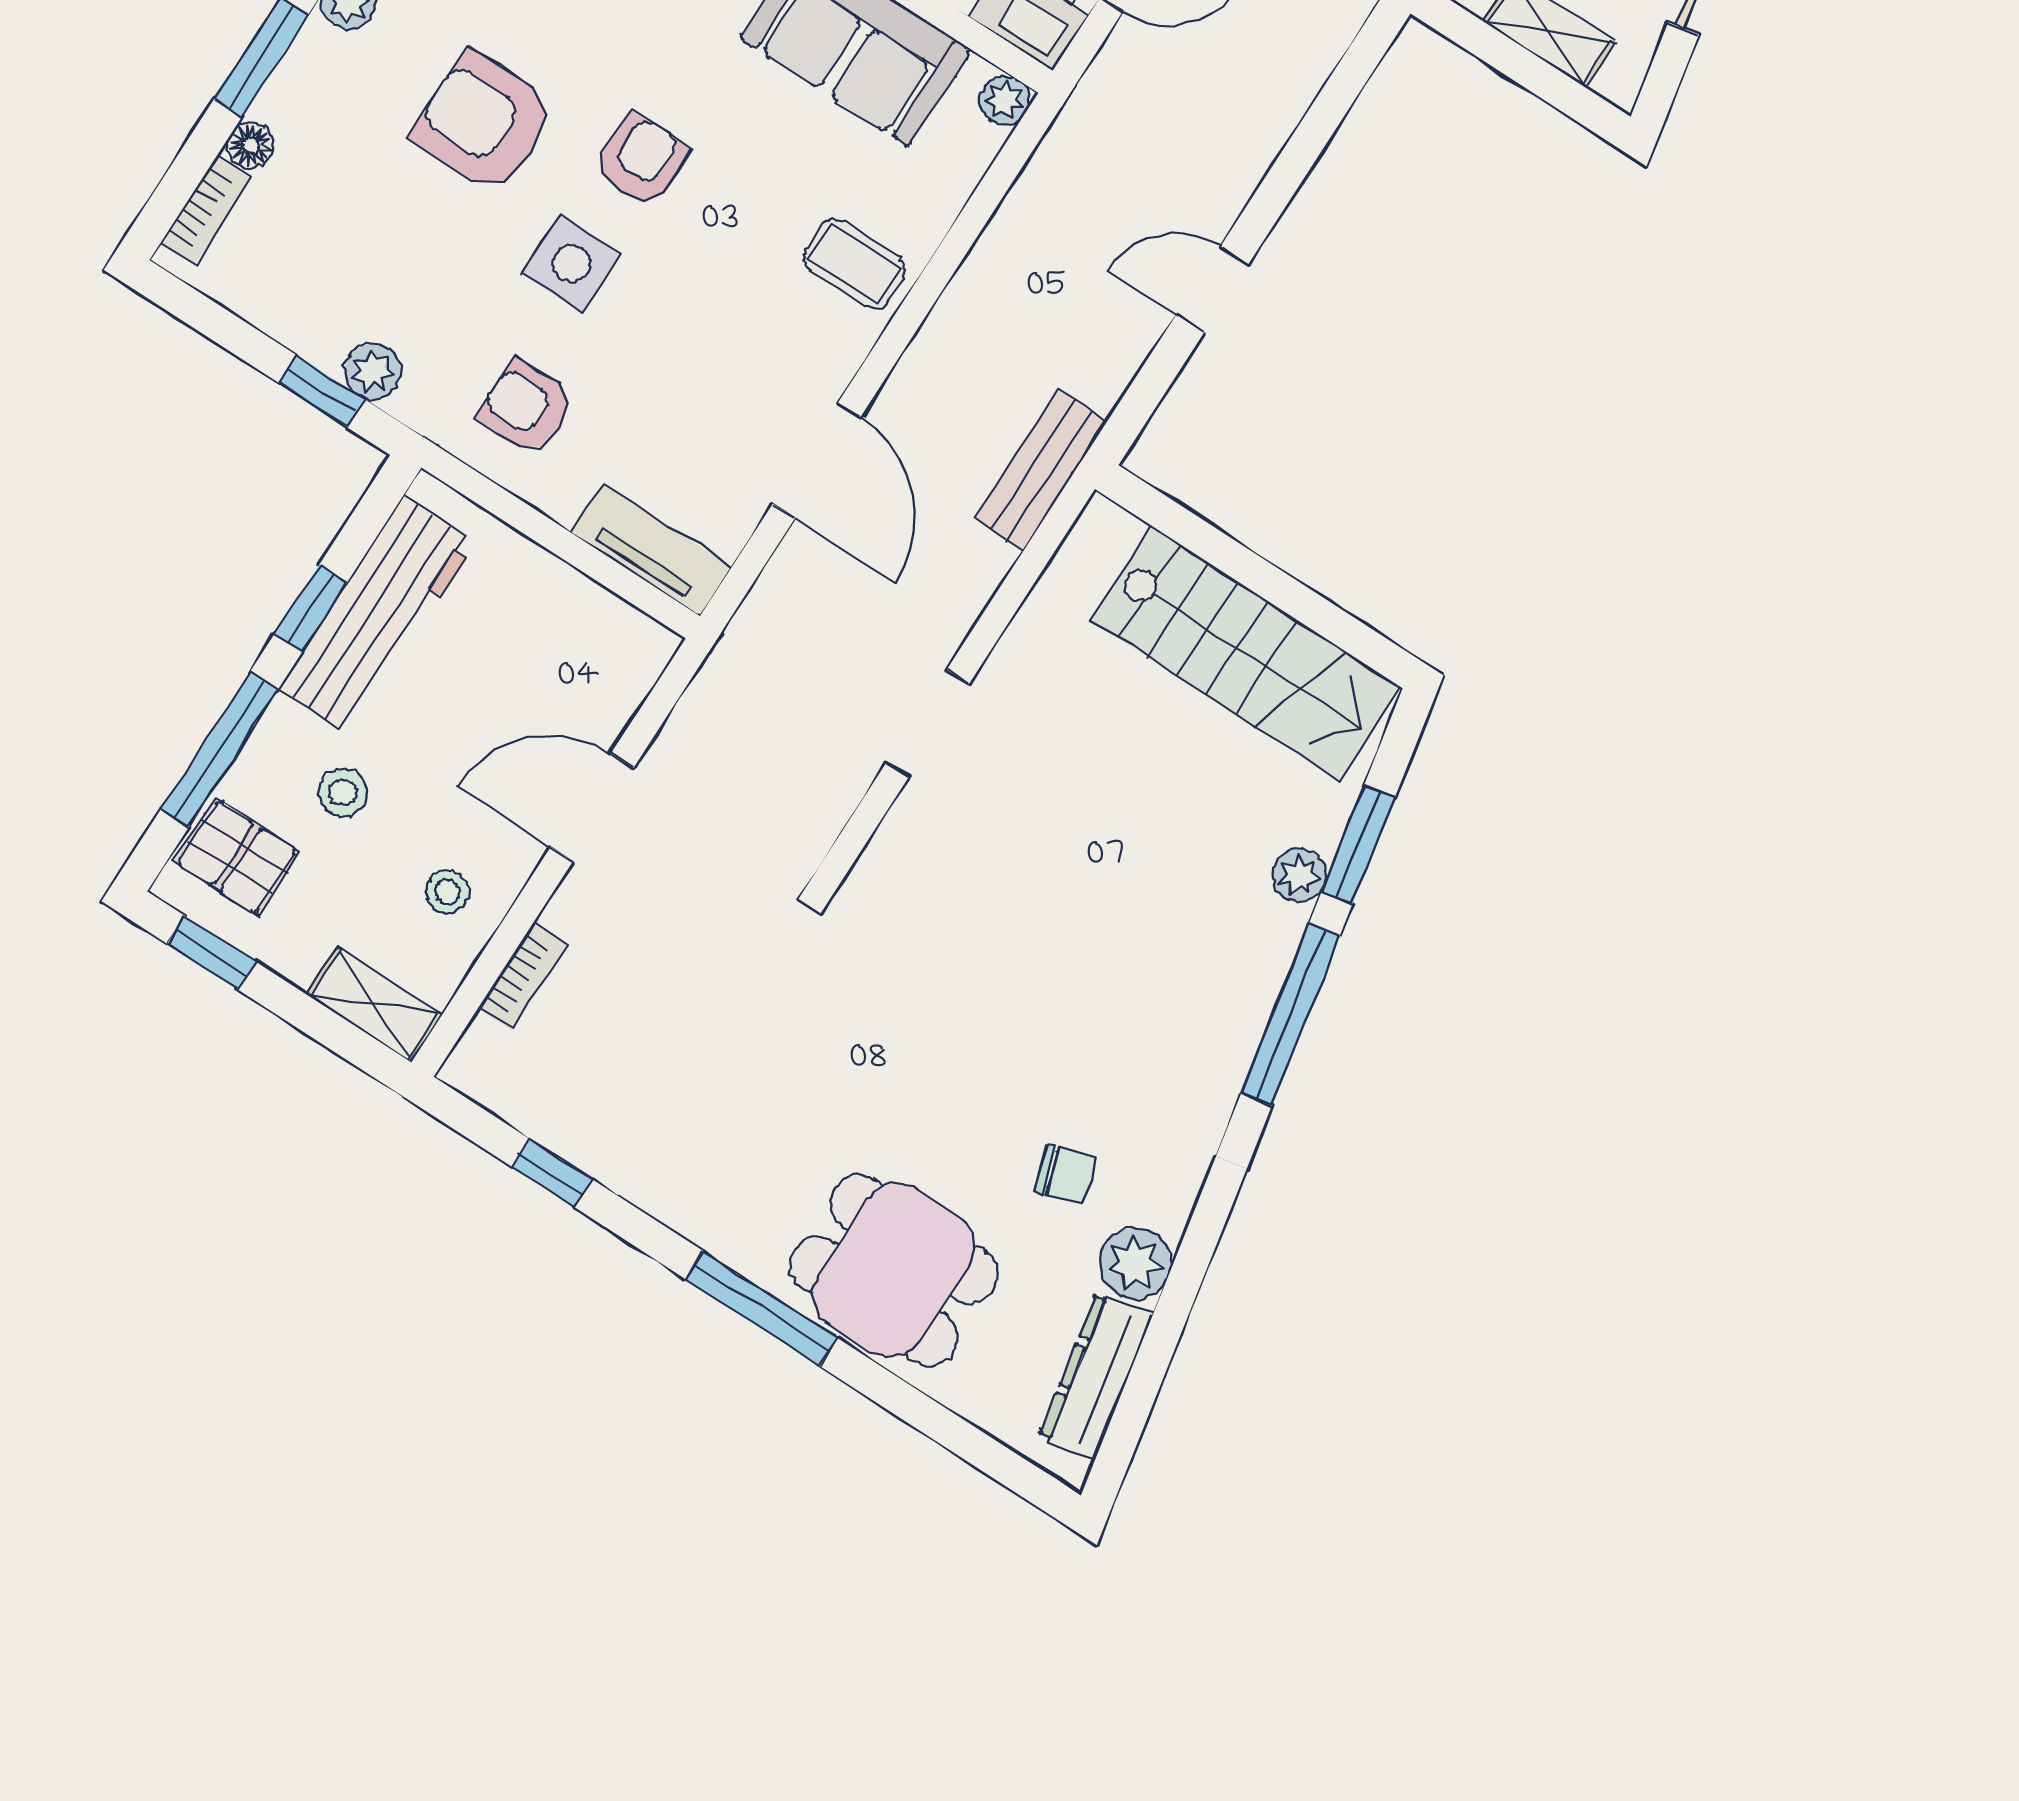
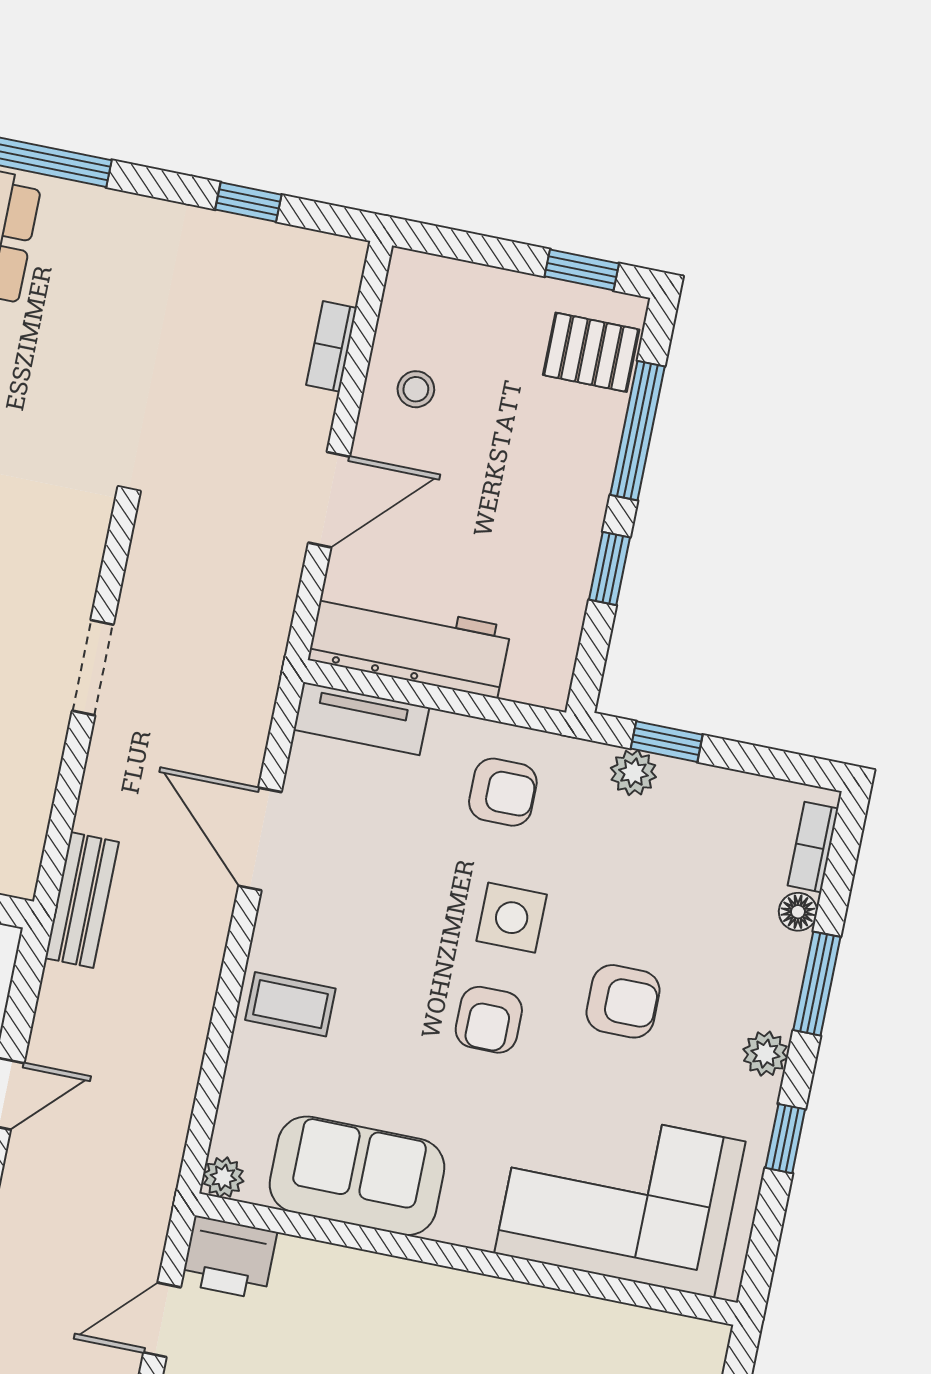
armchair: (484, 122) -> (623, 1001), width x0.72, depth x0.72
workbench: (377, 616) -> (410, 644), moved, turned 90
stool: (343, 793) -> (528, 435), removed
shelving: (374, 1005) -> (439, 279), removed

